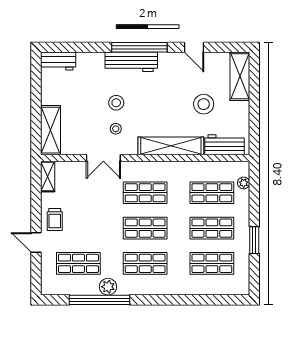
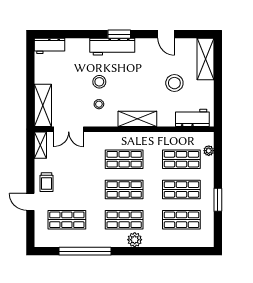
window: (139, 47) -> (119, 34), width x0.47
shelving: (171, 146) -> (137, 119), width x0.68
double door: (103, 158) -> (69, 129), moved
plant: (108, 287) -> (135, 240), moved

